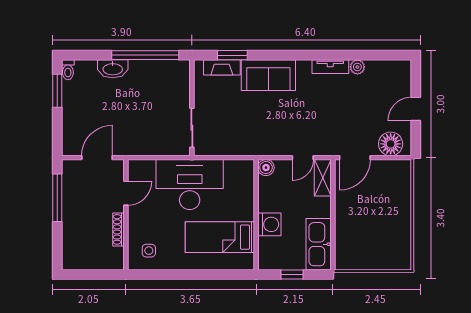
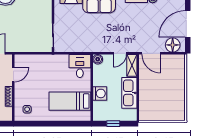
door: (416, 109) -> (188, 24), width x1.87
door: (355, 158) -> (151, 53), hinge flipped
desk: (190, 185) -> (80, 66), moved, width x0.53, depth x0.77
kitchen sink: (319, 244) -> (129, 93), moved

